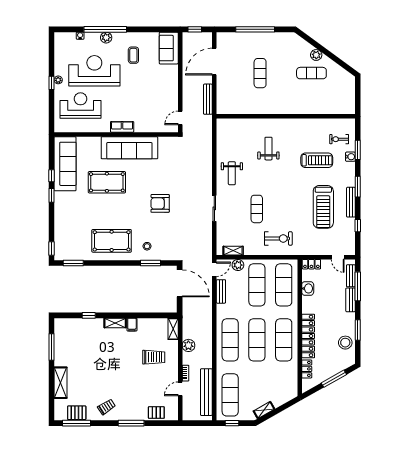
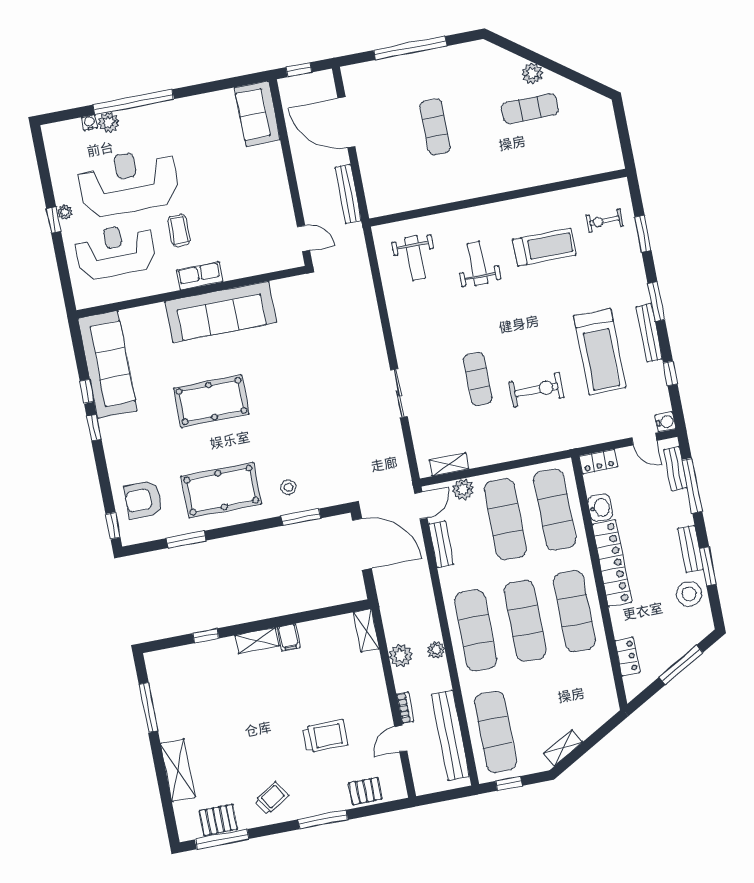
plant: (106, 38) -> (109, 122), moved
coffee table: (133, 55) -> (179, 230), moved
door: (214, 62) -> (346, 122), hinge flipped
door: (180, 118) -> (304, 239), swing flipped
water cooler: (350, 157) -> (666, 422), moved
treadmill: (317, 160) -> (544, 247), moved
weight bench: (232, 173) -> (415, 258), moved
pool table: (107, 182) -> (211, 401), moved
armchair: (160, 203) -> (143, 500), moved
exercise bike: (278, 238) -> (536, 390), moved
window: (73, 263) -> (186, 539), moved
bench: (351, 300) -> (690, 549), moved
locker: (308, 336) -> (612, 563), moved
plant: (208, 346) -> (436, 650), added
trolley: (154, 357) -> (325, 736), moved

